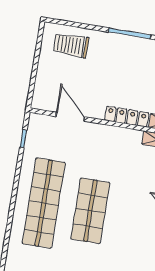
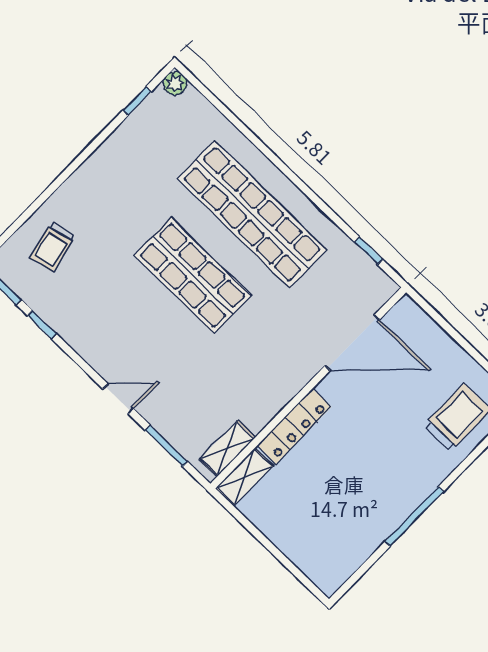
door: (70, 117) -> (352, 343), width x1.36

